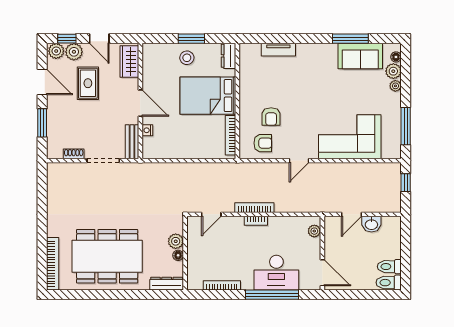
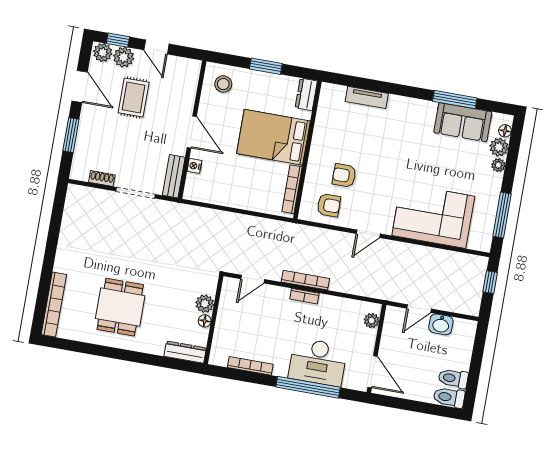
stool: (187, 58) -> (223, 84), moved
wardrobe: (129, 61) -> (187, 80), removed
armchair: (271, 117) -> (344, 175), turned 90
dining table: (107, 256) -> (120, 307), width x0.53, depth x0.80

